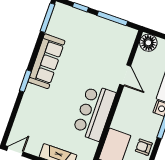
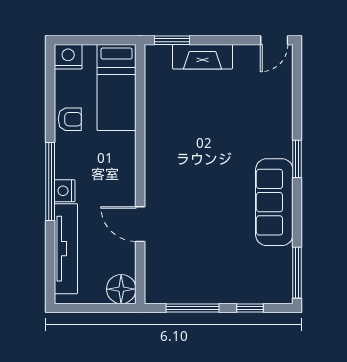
bar counter: (94, 113) -> (169, 147), removed

